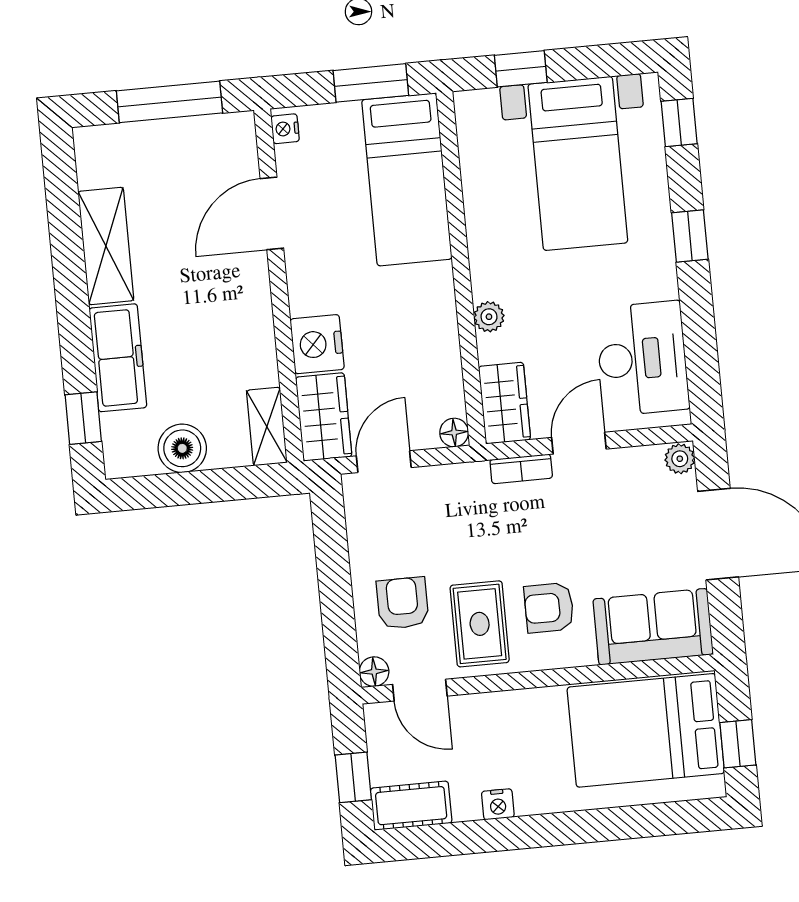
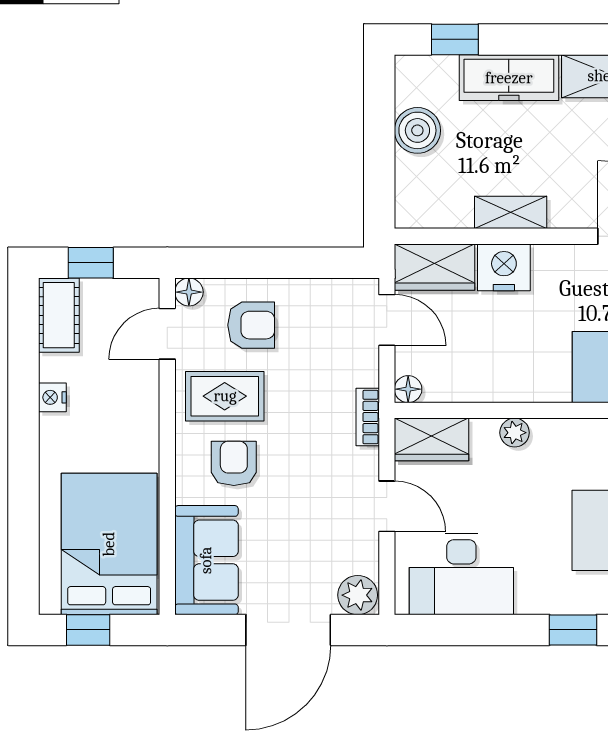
shelving: (267, 427) -> (511, 212), moved
plant: (680, 459) -> (358, 595), width x1.38, depth x1.38
bookcase: (521, 469) -> (368, 417), moved

